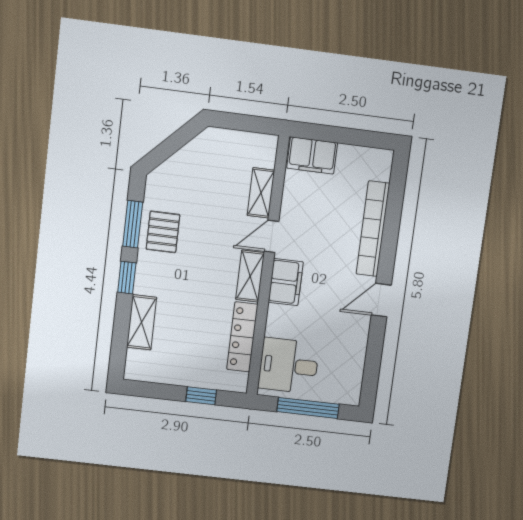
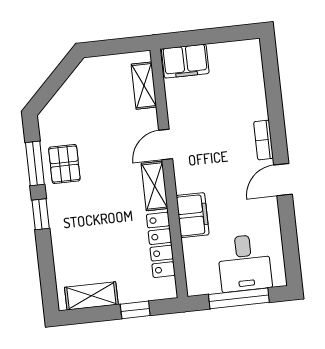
shelving: (261, 193) -> (144, 86), moved
bookcase: (373, 229) -> (263, 140), width x0.43, depth x0.76
filing cabinet: (286, 282) -> (193, 215), moved
shelving: (142, 322) -> (91, 296), moved, turned 90
desk: (289, 366) -> (245, 263), moved, turned -90

